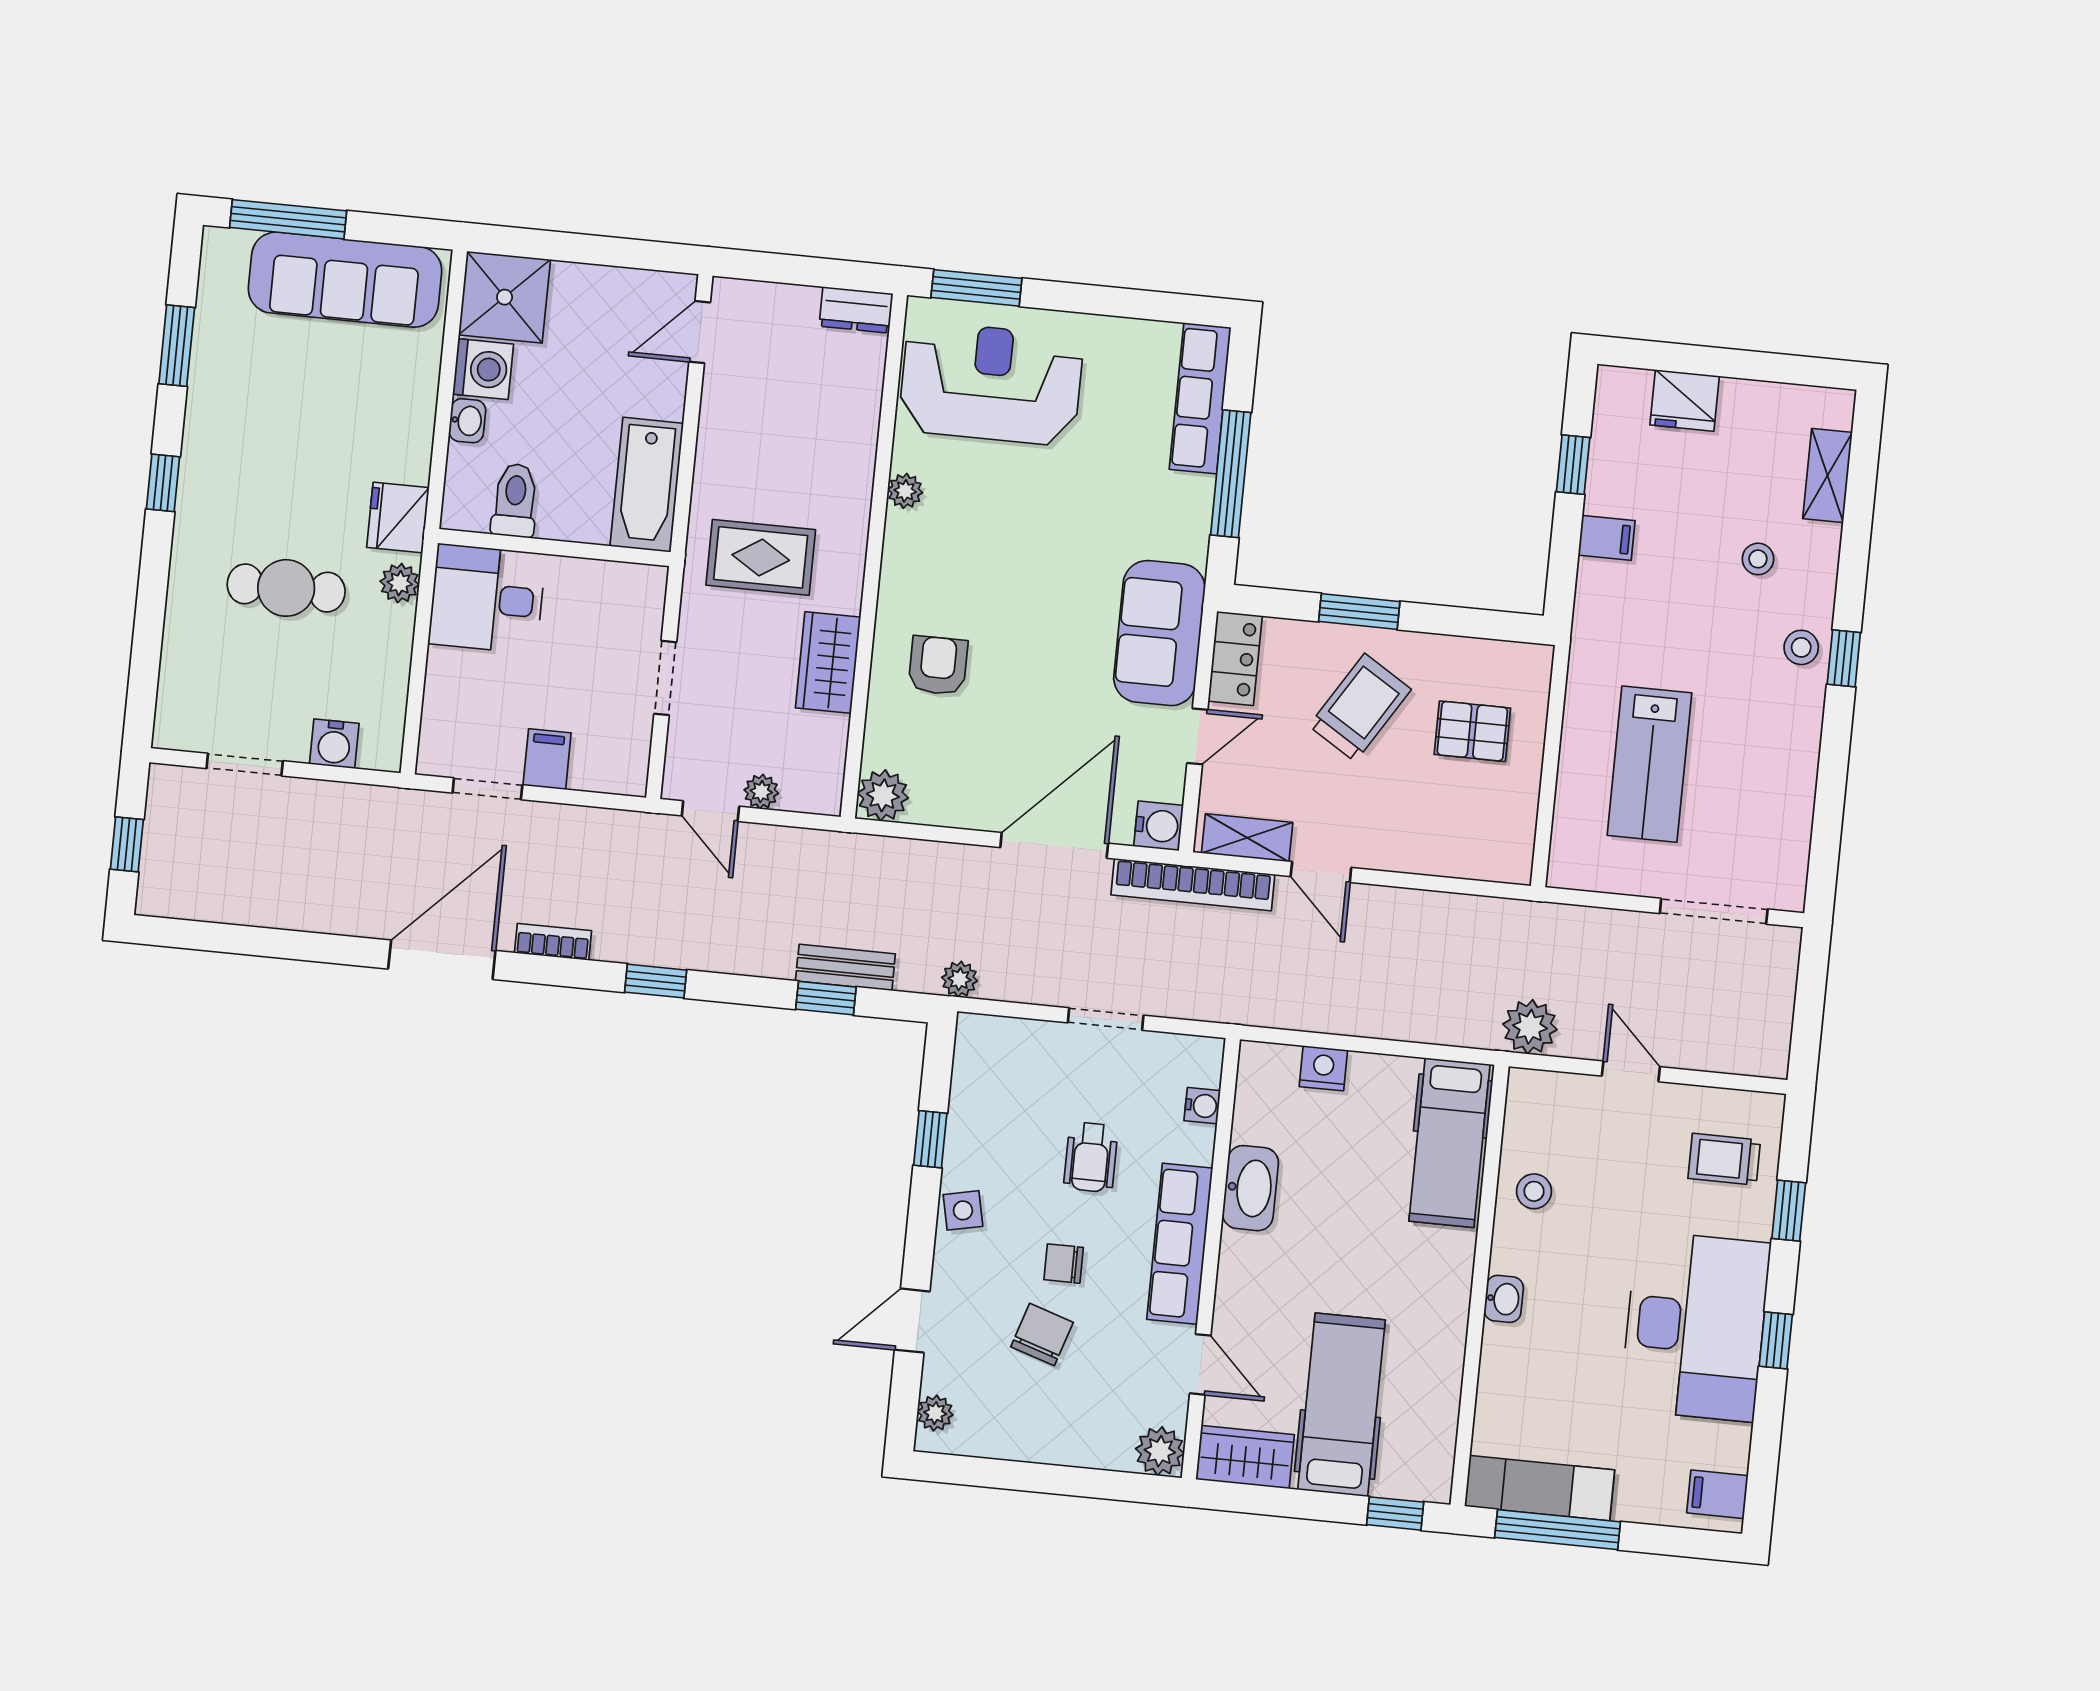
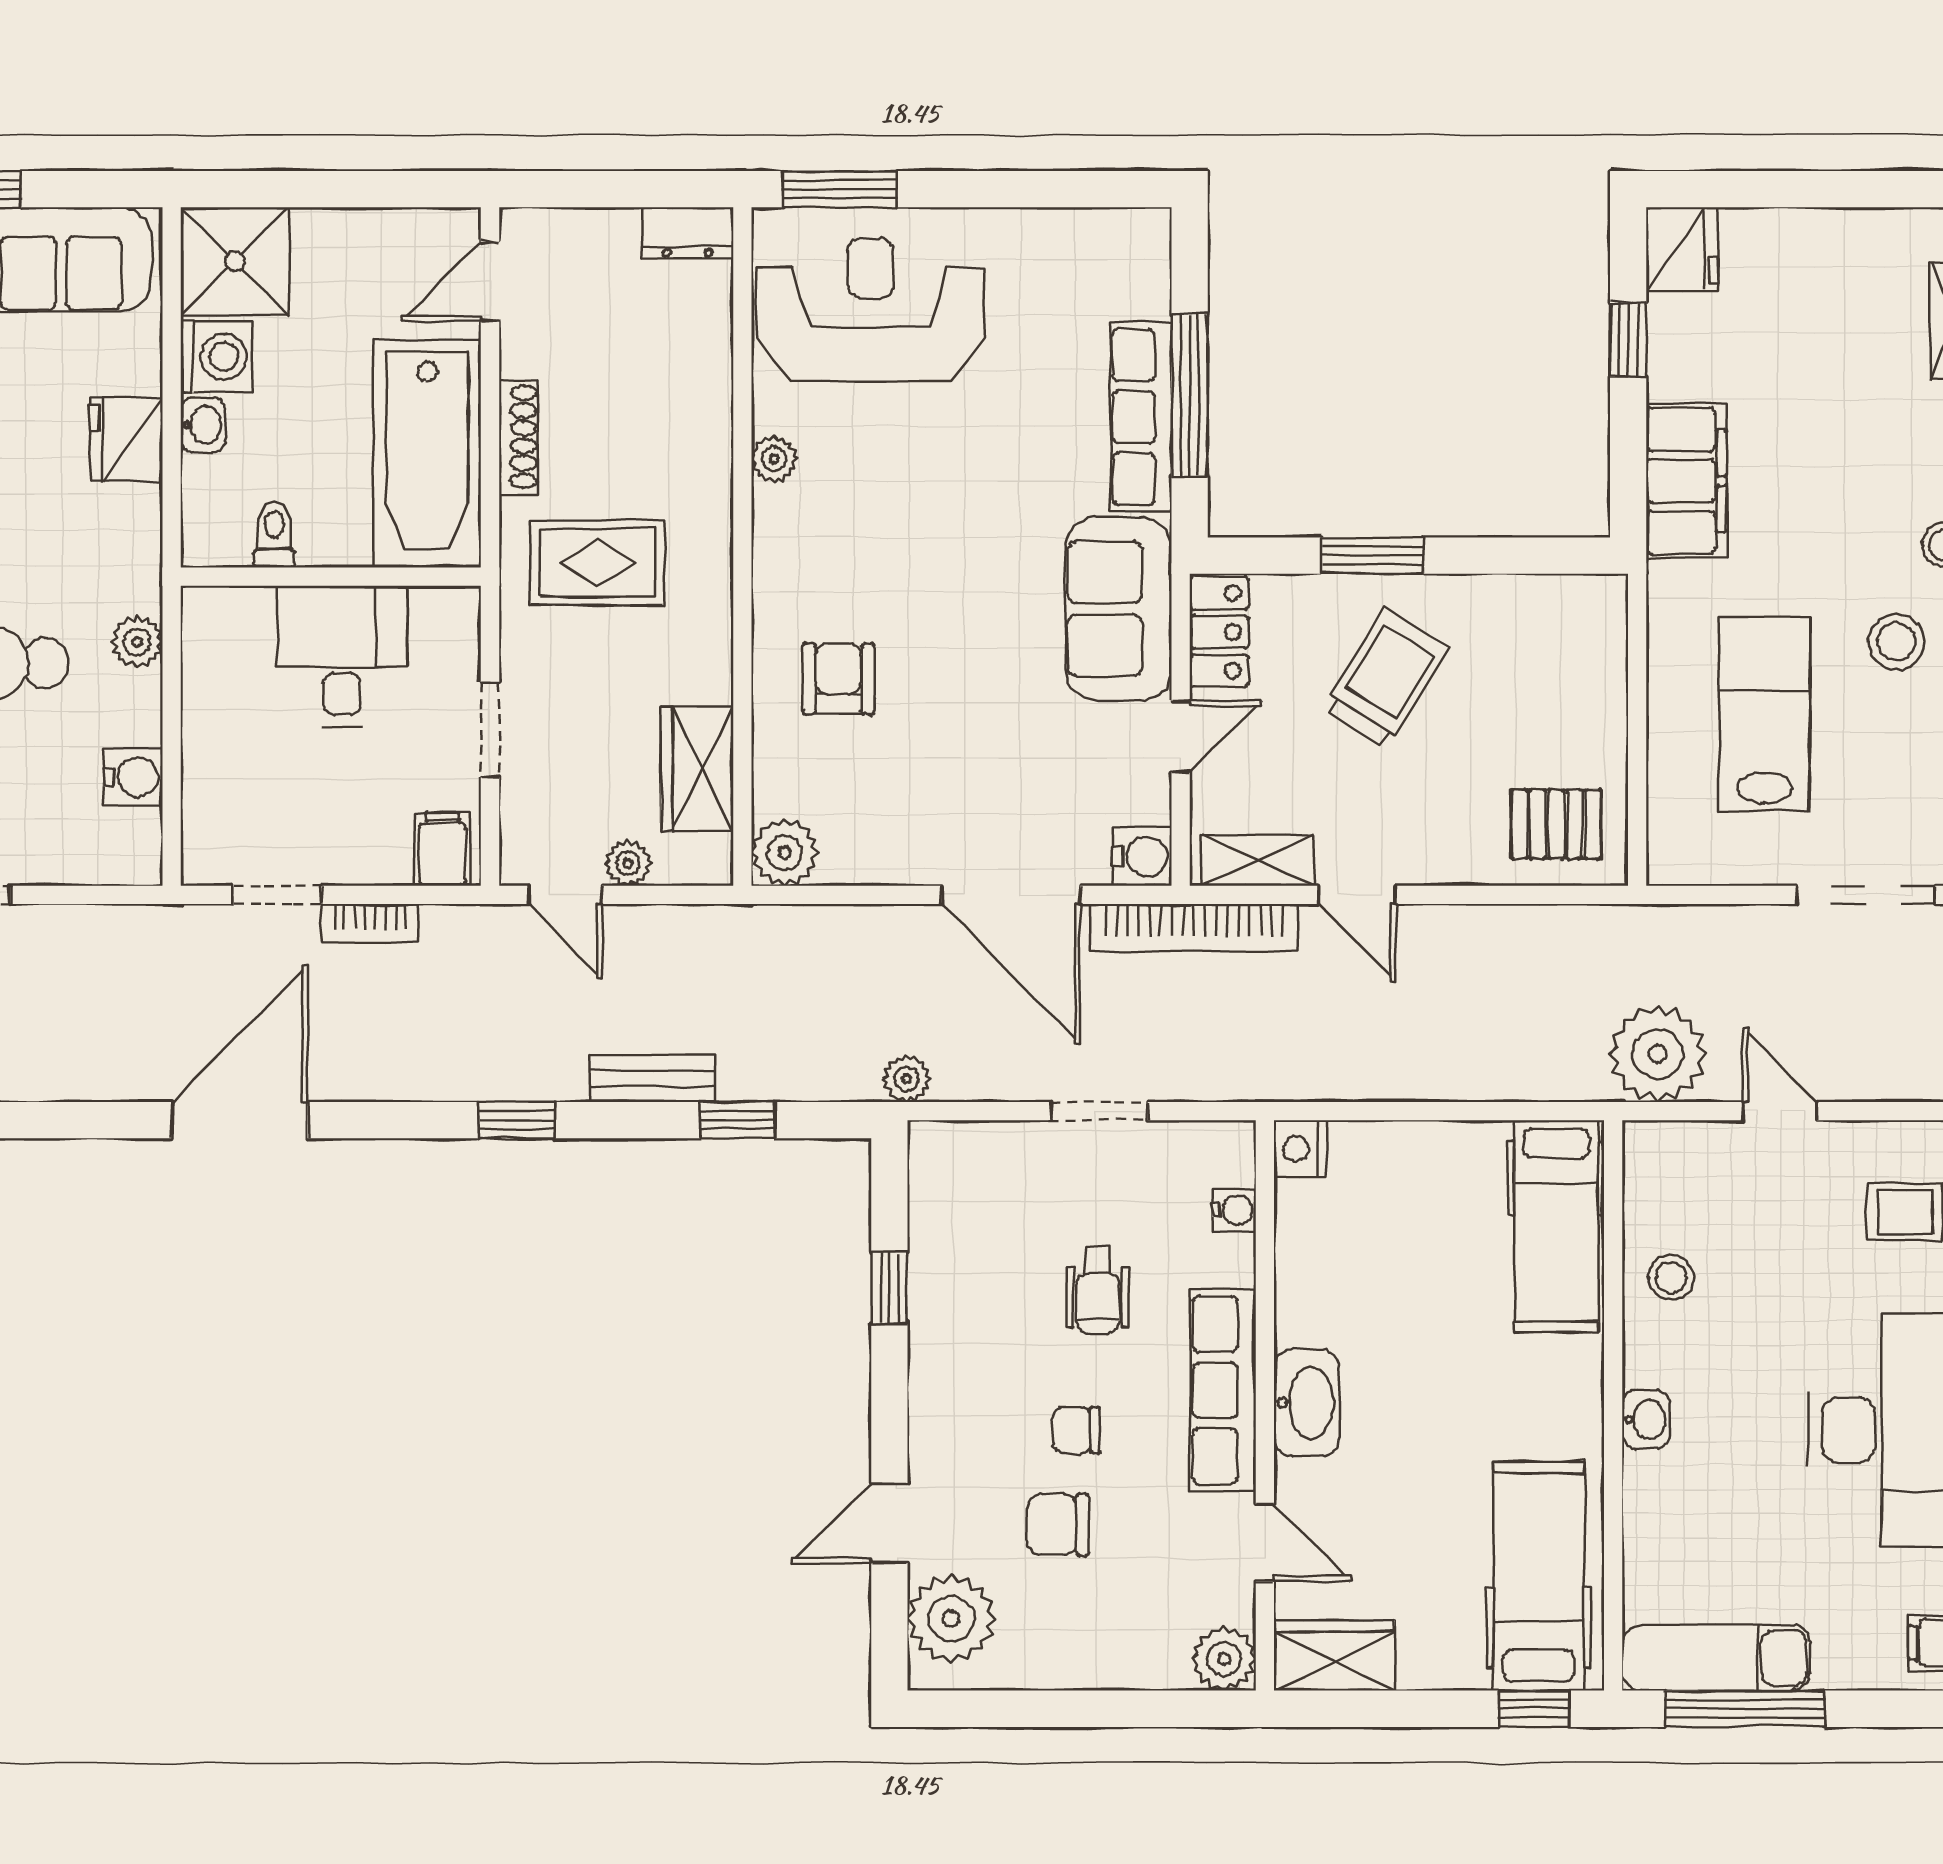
row of seats: (1200, 398) -> (1141, 417), moved
fridge: (1685, 401) -> (1682, 249), moved, turned -90
shoe rack: (710, 454) -> (519, 437), added
bathtub: (647, 485) -> (427, 454), width x1.36, depth x1.36
toilet: (515, 500) -> (274, 534), width x0.73, depth x0.72
fridge: (398, 518) -> (126, 440), moved
filing cabinet: (1607, 538) -> (1686, 481), width x3.00, depth x1.17
stool: (1758, 559) -> (1897, 642), moved, width x1.37, depth x1.37
desk: (487, 599) -> (342, 656), moved, turned 90
wardrobe: (828, 663) -> (697, 769), moved
pallet: (1472, 731) -> (1556, 824), moved
water cooler: (334, 744) -> (133, 777), moved, turned -90
filing cabinet: (547, 759) -> (443, 849), moved
lab bench: (1649, 764) -> (1765, 714), turned 180
door: (1054, 845) -> (1011, 895), swing flipped
bookcase: (553, 942) -> (370, 923), moved, turned 180
bench: (845, 967) -> (653, 1078), moved
plant: (1530, 1027) -> (1658, 1054), width x1.36, depth x1.36
nightstand: (1323, 1068) -> (1300, 1149), moved, turned -90
washbasin: (1250, 1188) -> (1307, 1403), moved
side table: (963, 1210) -> (940, 1375), removed
chair: (1042, 1335) -> (1058, 1524), turned -108
hospital bed: (1341, 1405) -> (1539, 1576), moved
plant: (935, 1413) -> (951, 1618), width x1.88, depth x1.88

